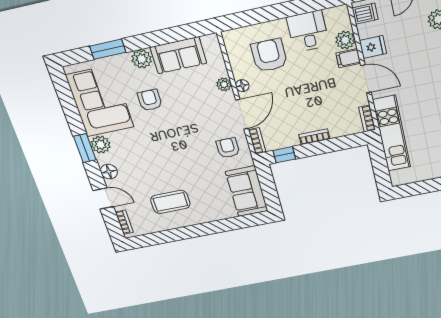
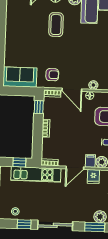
armchair: (150, 100) -> (95, 38), removed
window: (379, 161) -> (19, 162), added
coffee table: (170, 202) -> (56, 25), moved

